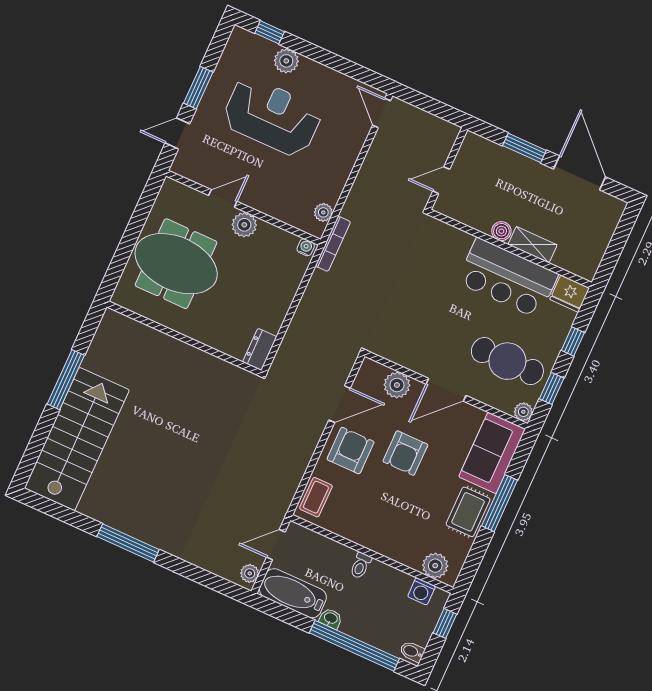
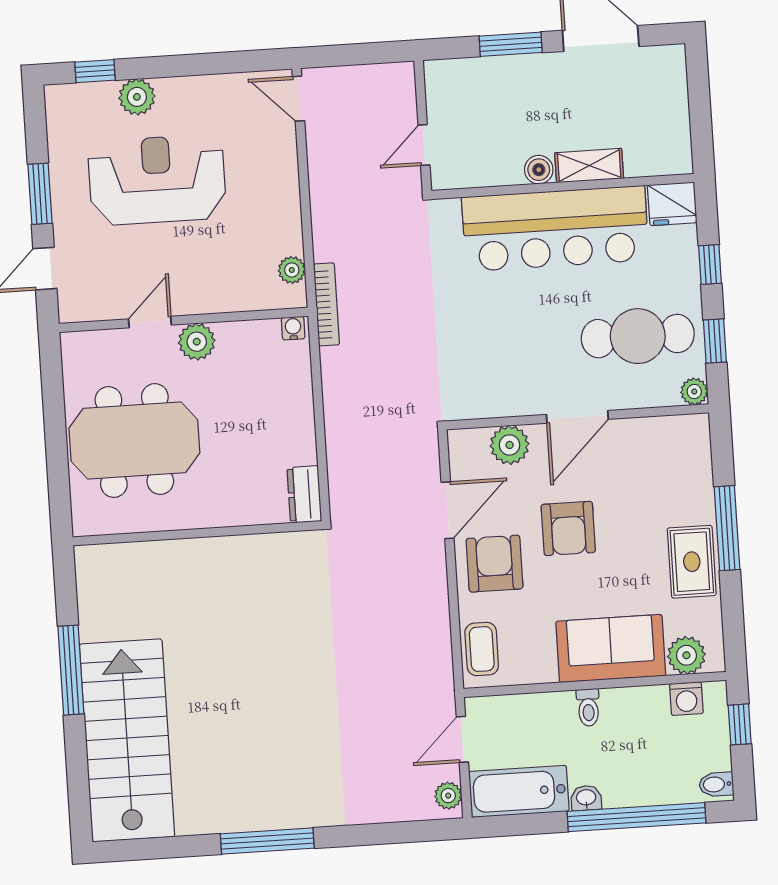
bar counter: (508, 278) -> (555, 229), width x1.36
sofa: (492, 453) -> (611, 648), moved, turned 90

